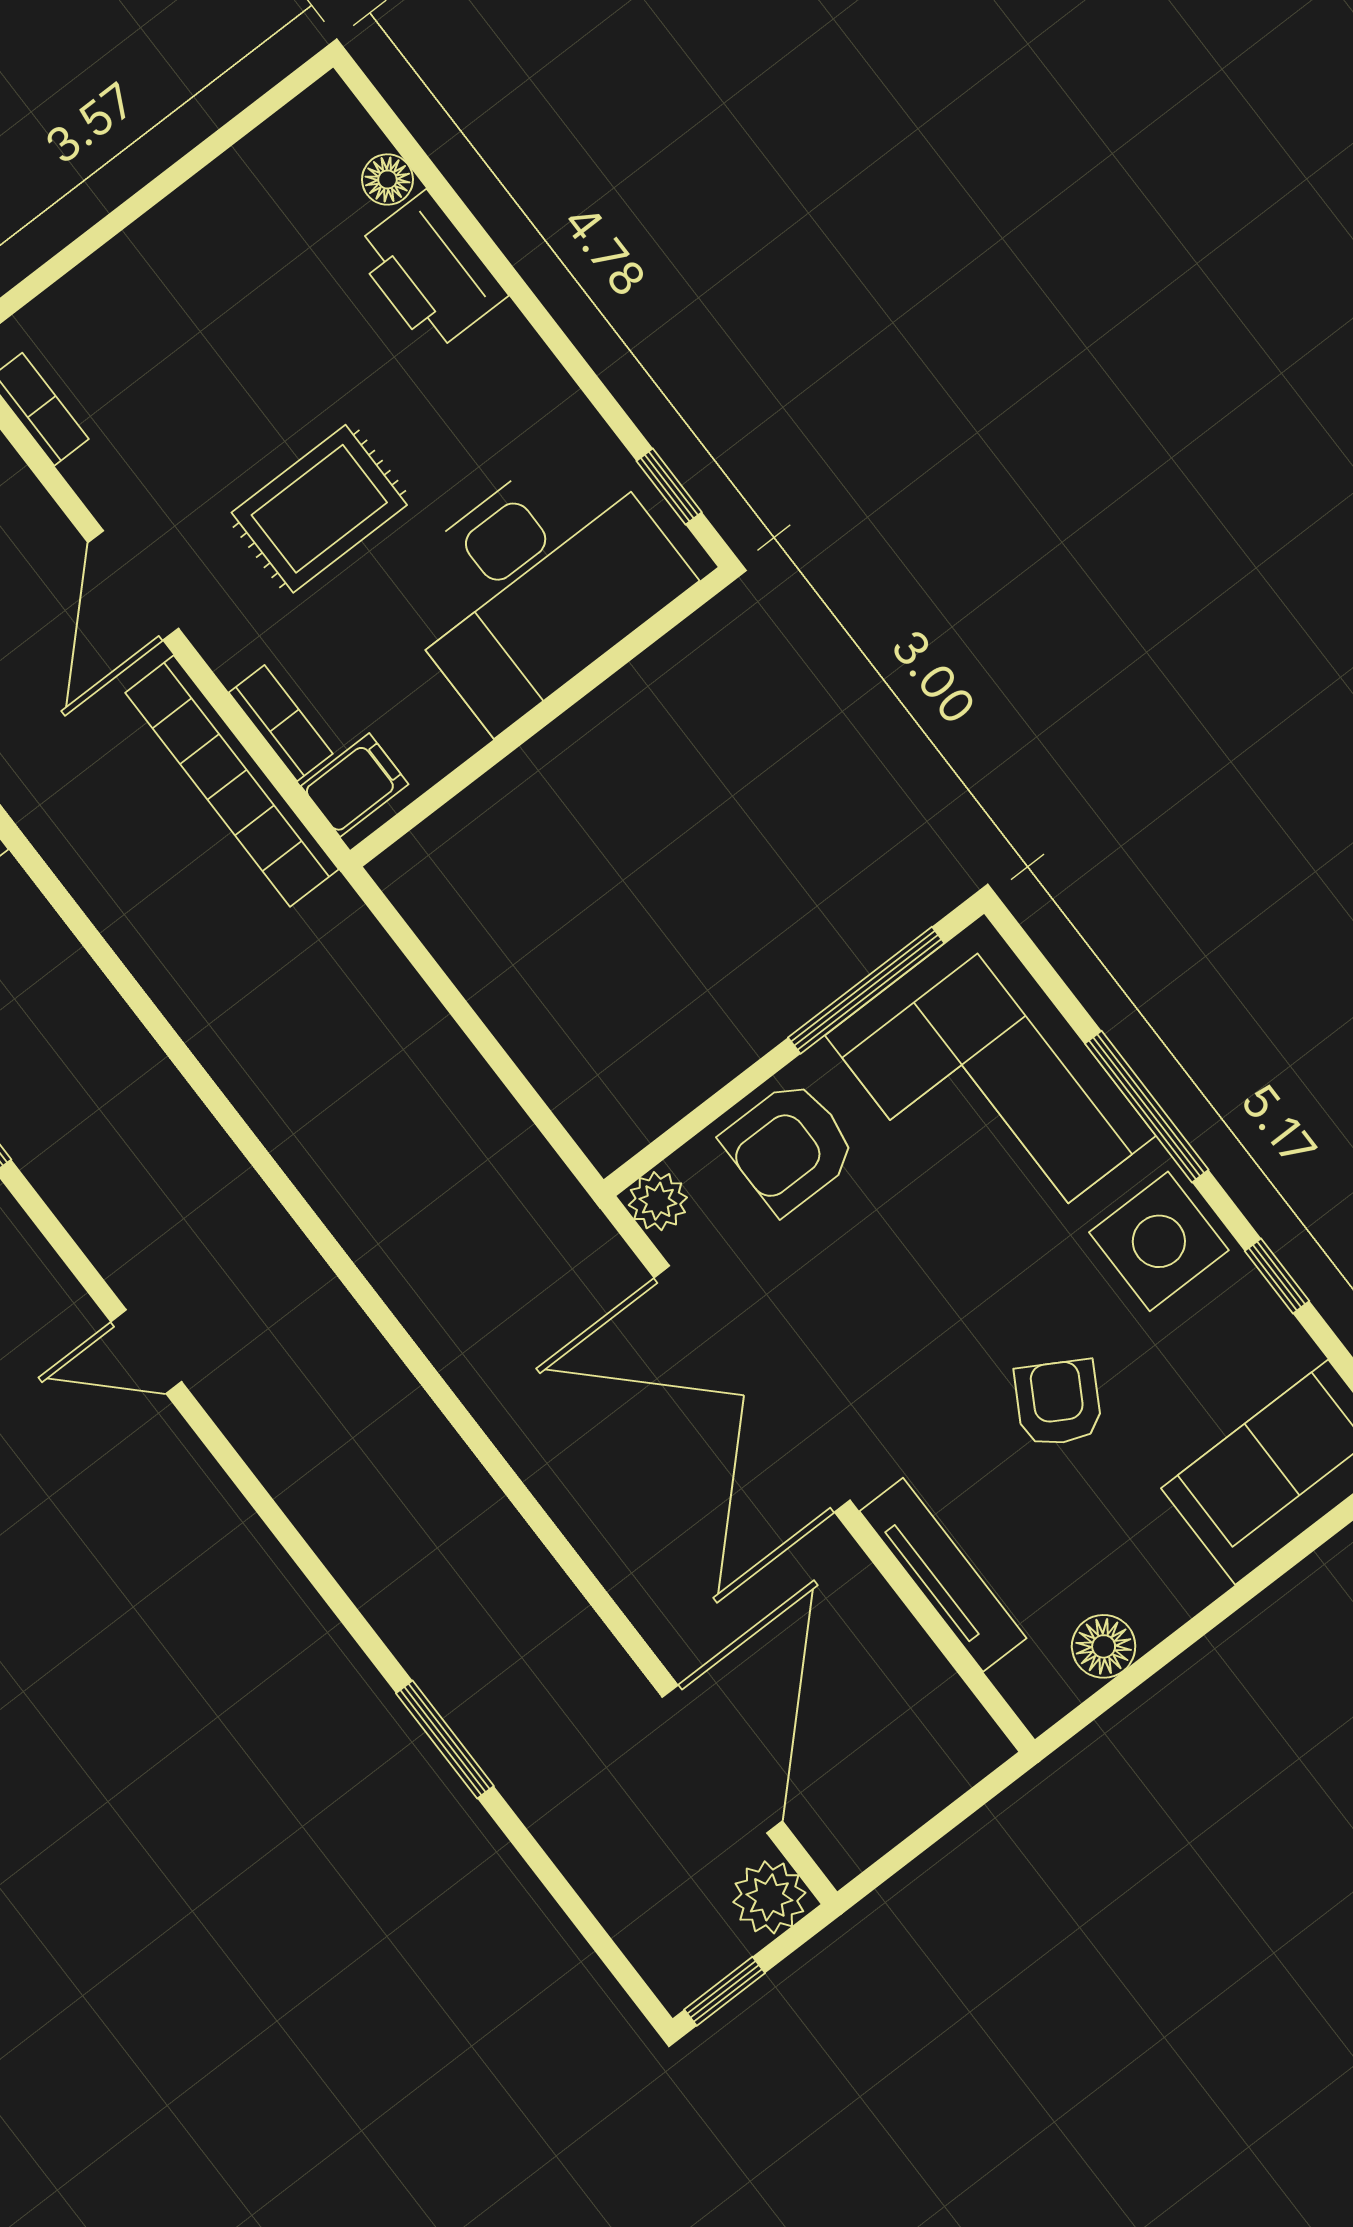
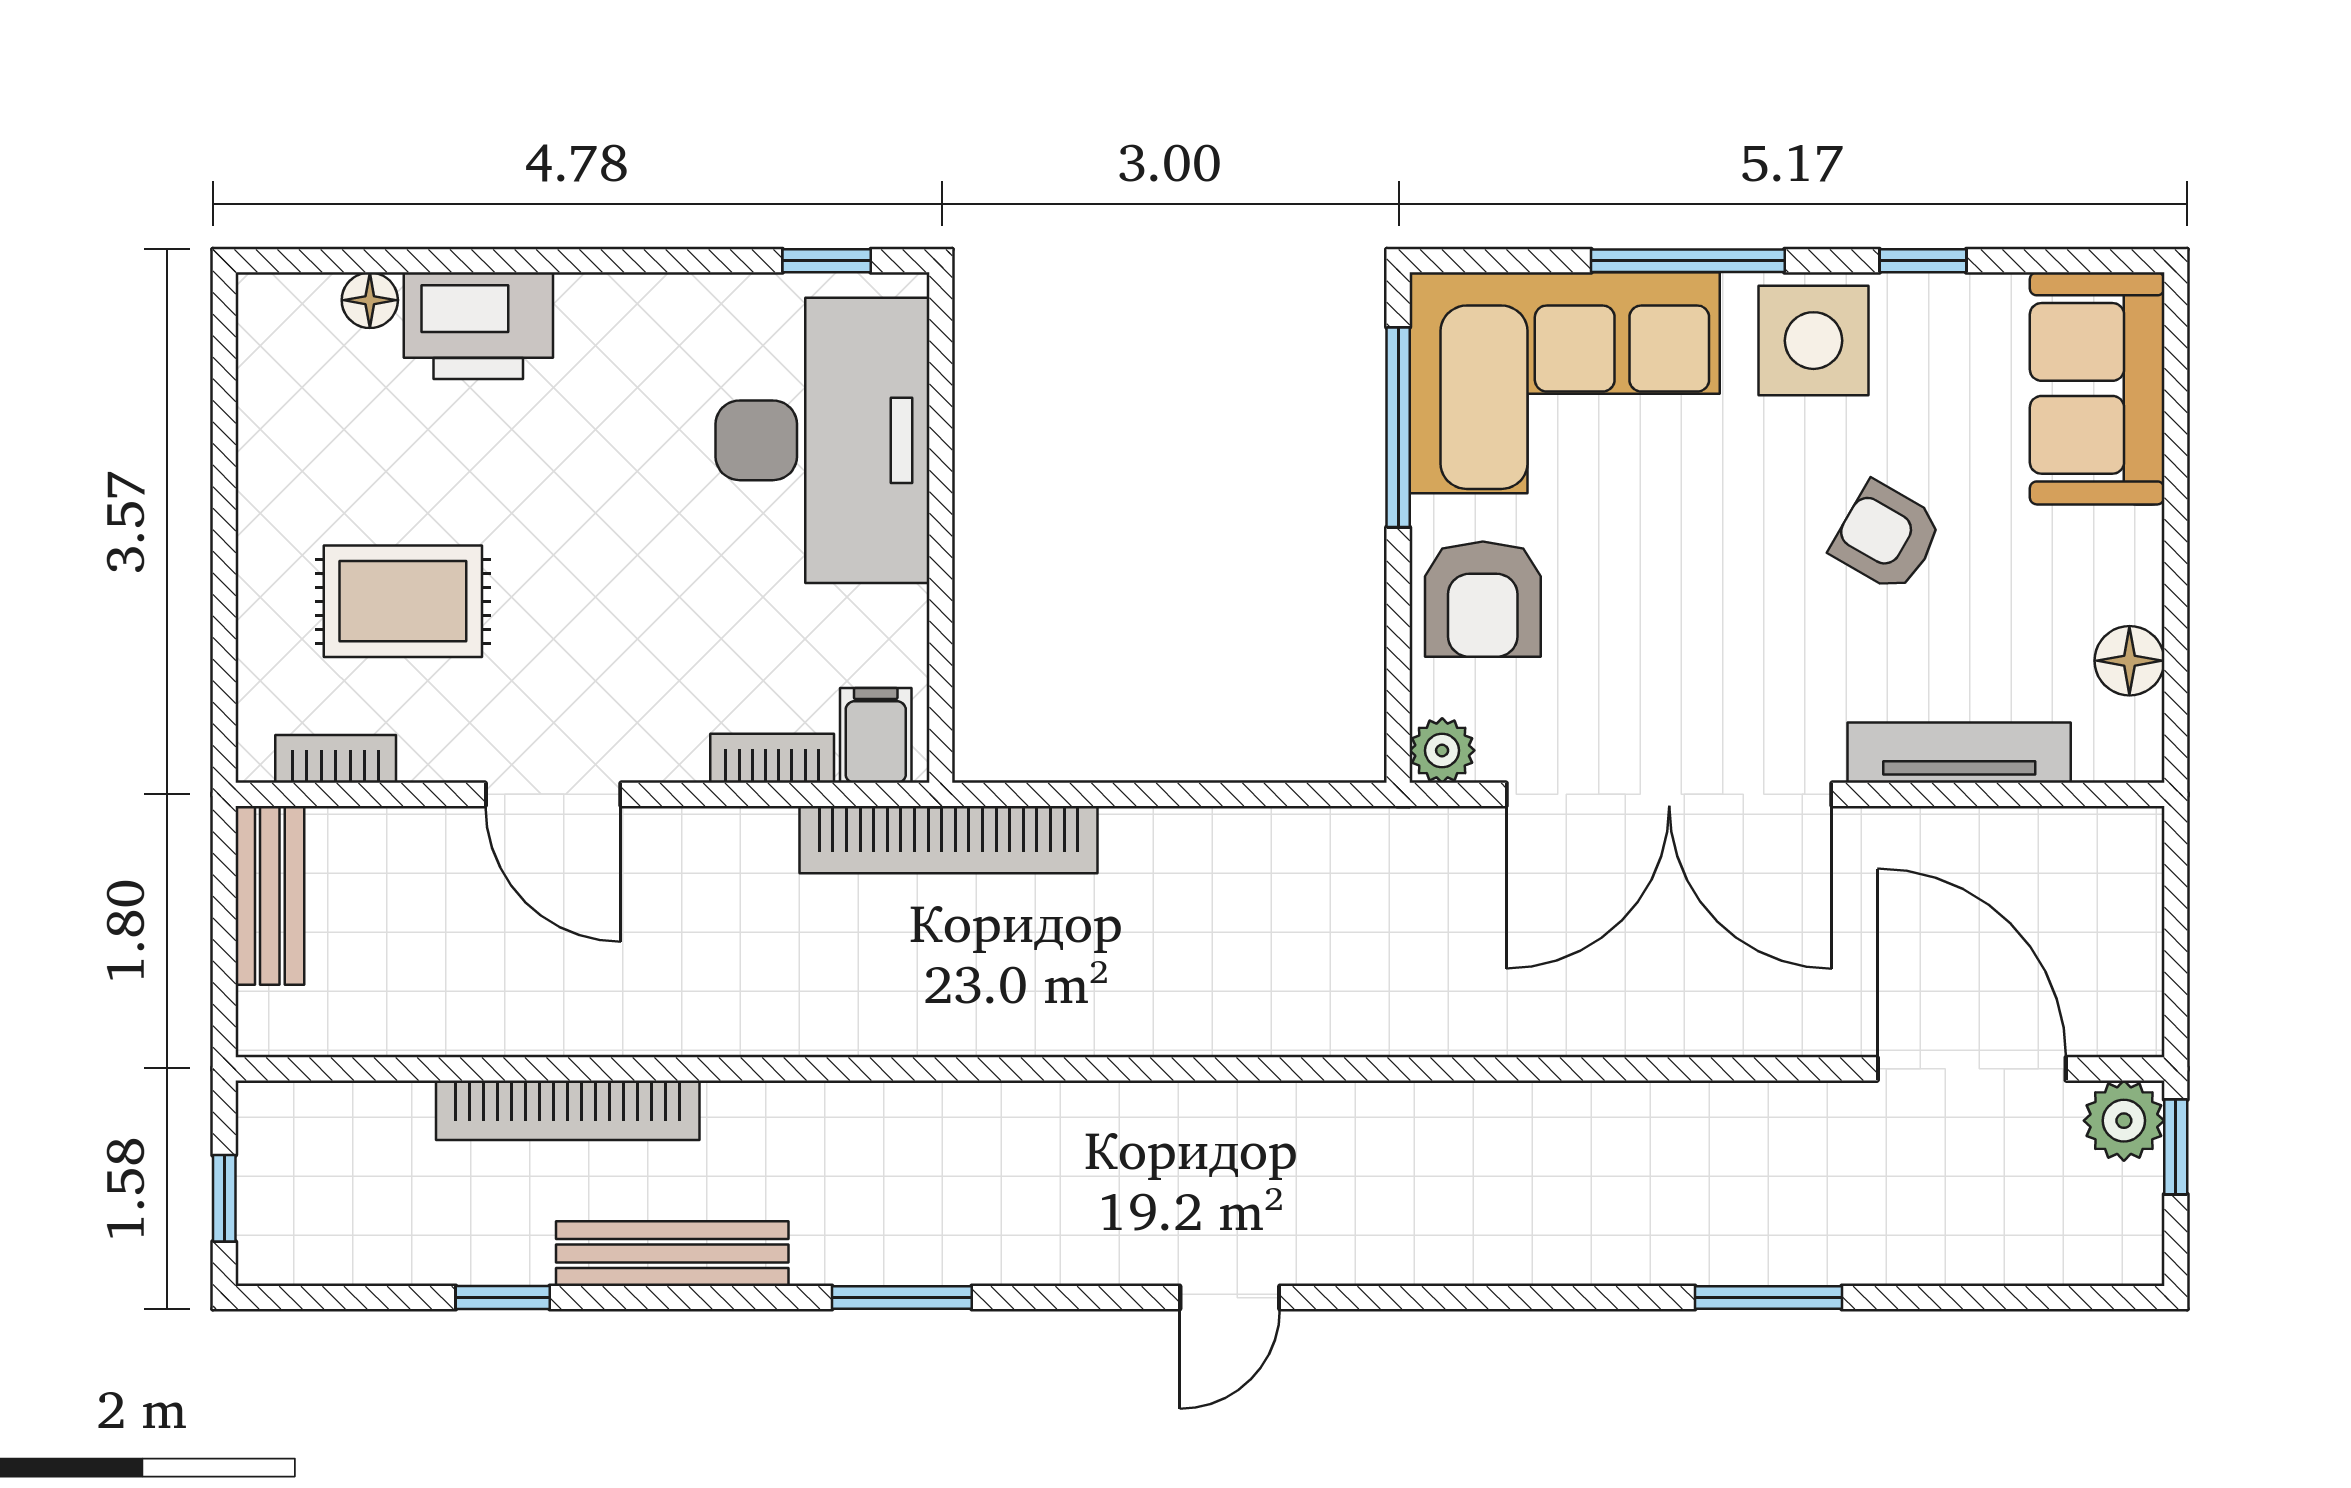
rug: (319, 509) -> (403, 601), moved, turned 90
bookcase: (232, 781) -> (949, 840), moved
window: (725, 1991) -> (2176, 1147), moved

